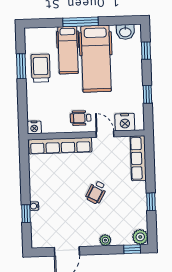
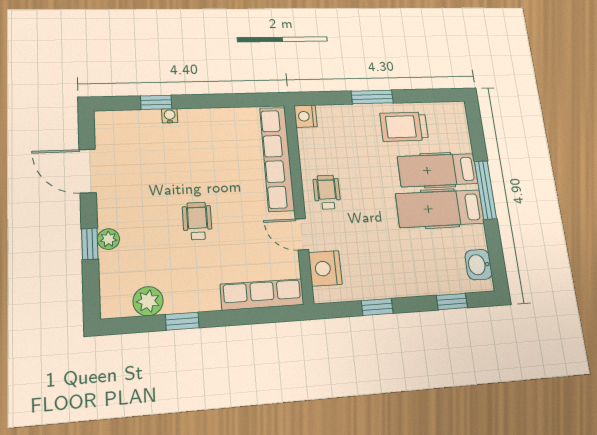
hospital bed: (96, 59) -> (440, 209), width x0.73, depth x0.78
window: (21, 66) -> (372, 97), moved
trolley: (41, 68) -> (404, 127), turned 180
door: (105, 134) -> (302, 234), swing flipped
wheelchair: (96, 192) -> (197, 221), turned 61
plant: (140, 237) -> (148, 301), moved
window: (132, 249) -> (90, 244), moved

